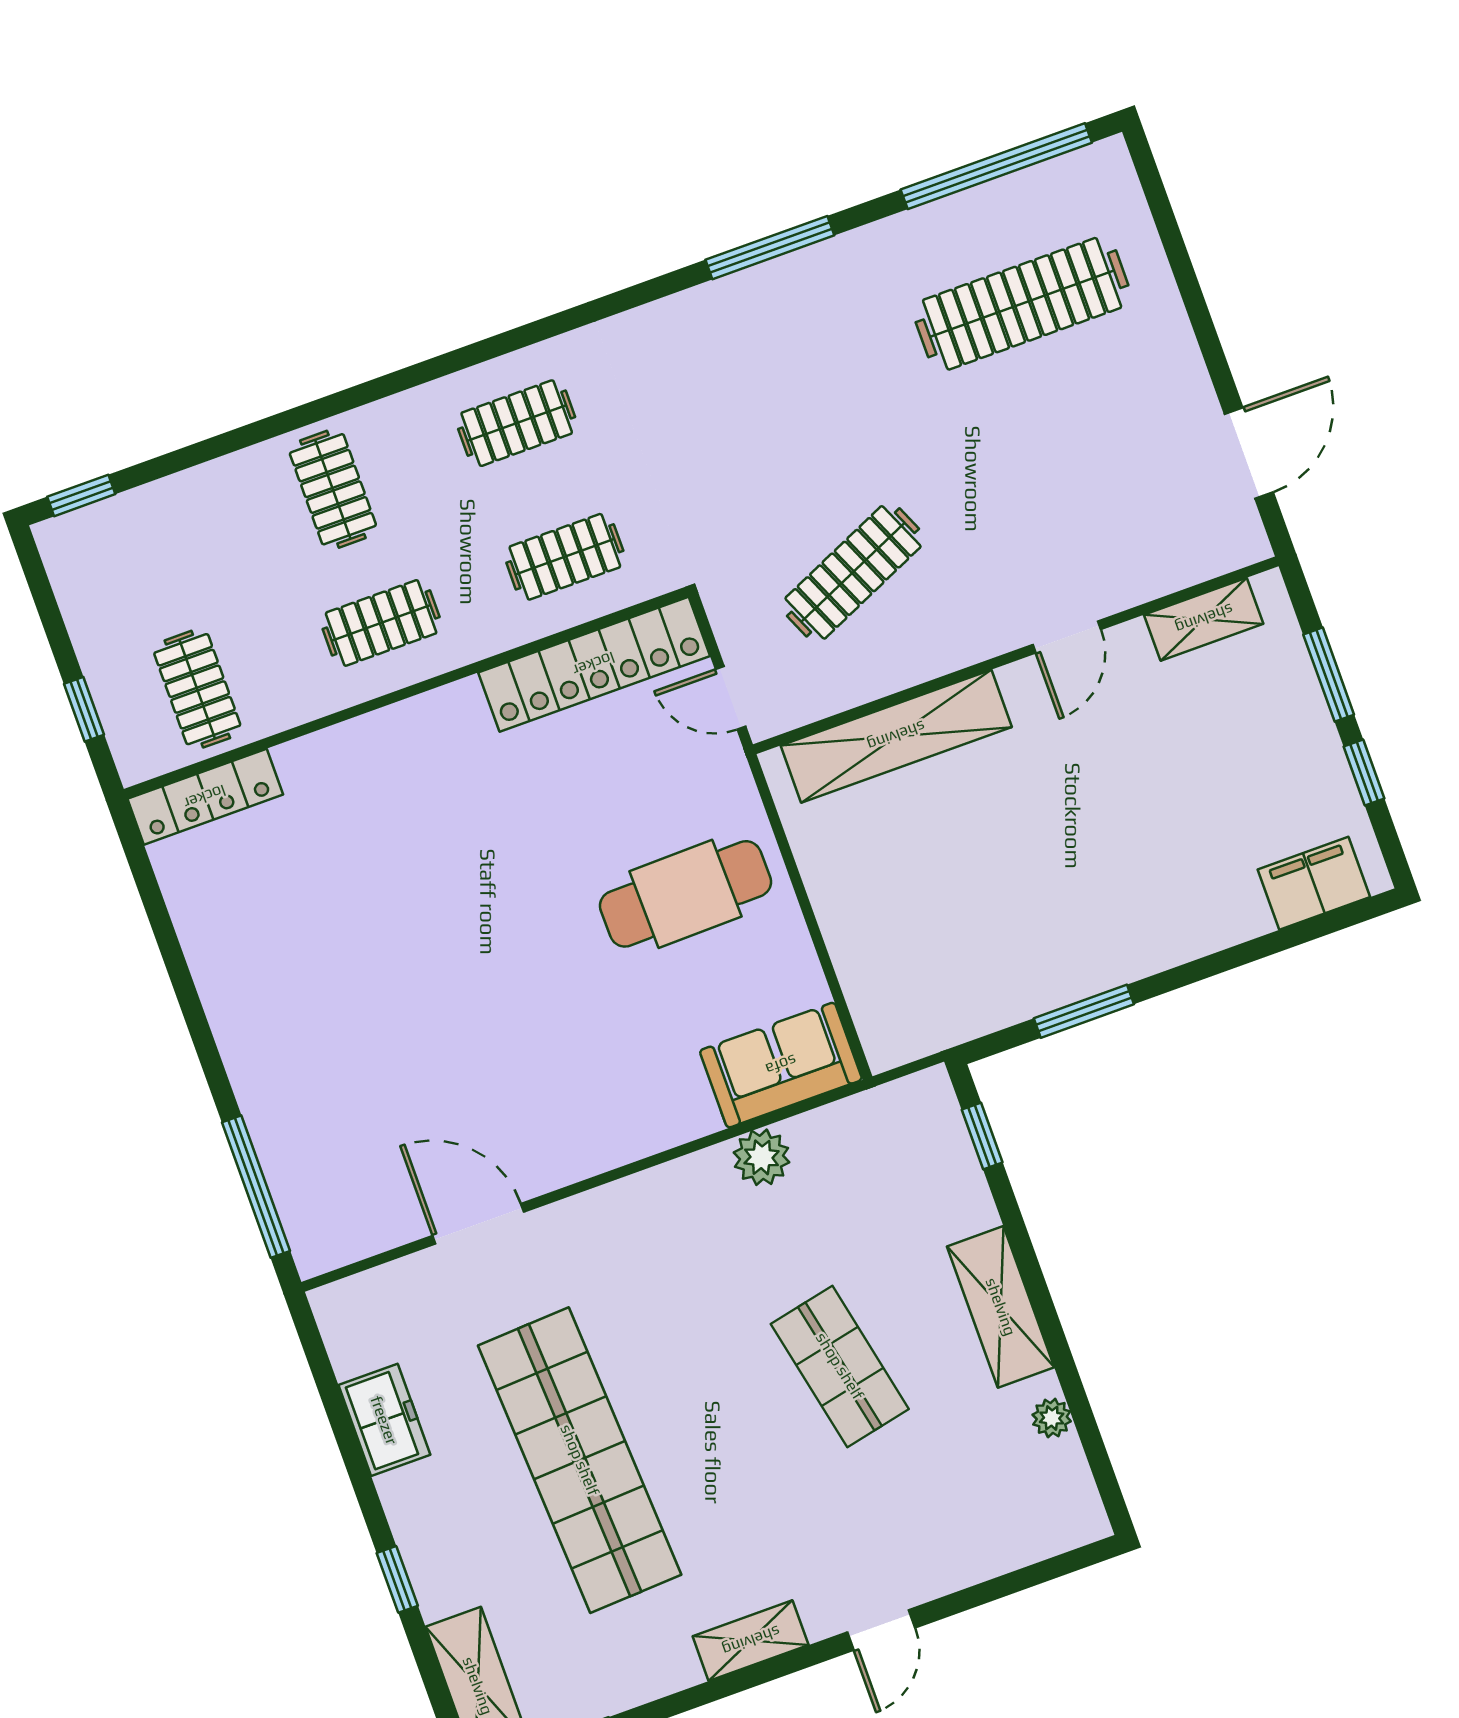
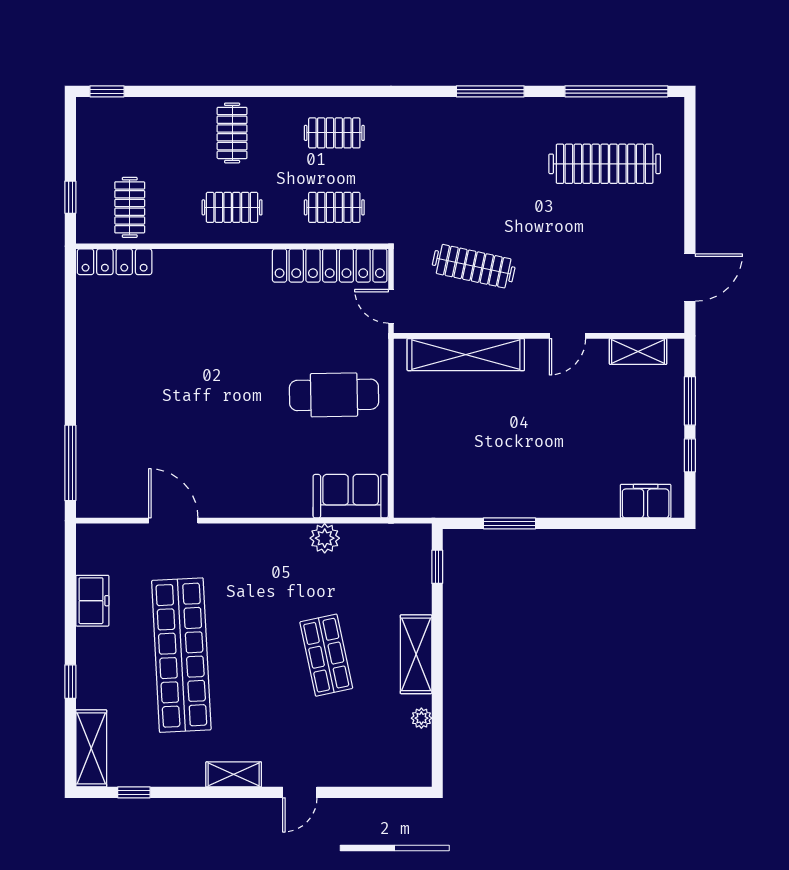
clothes rail: (853, 572) -> (474, 266), turned 36

